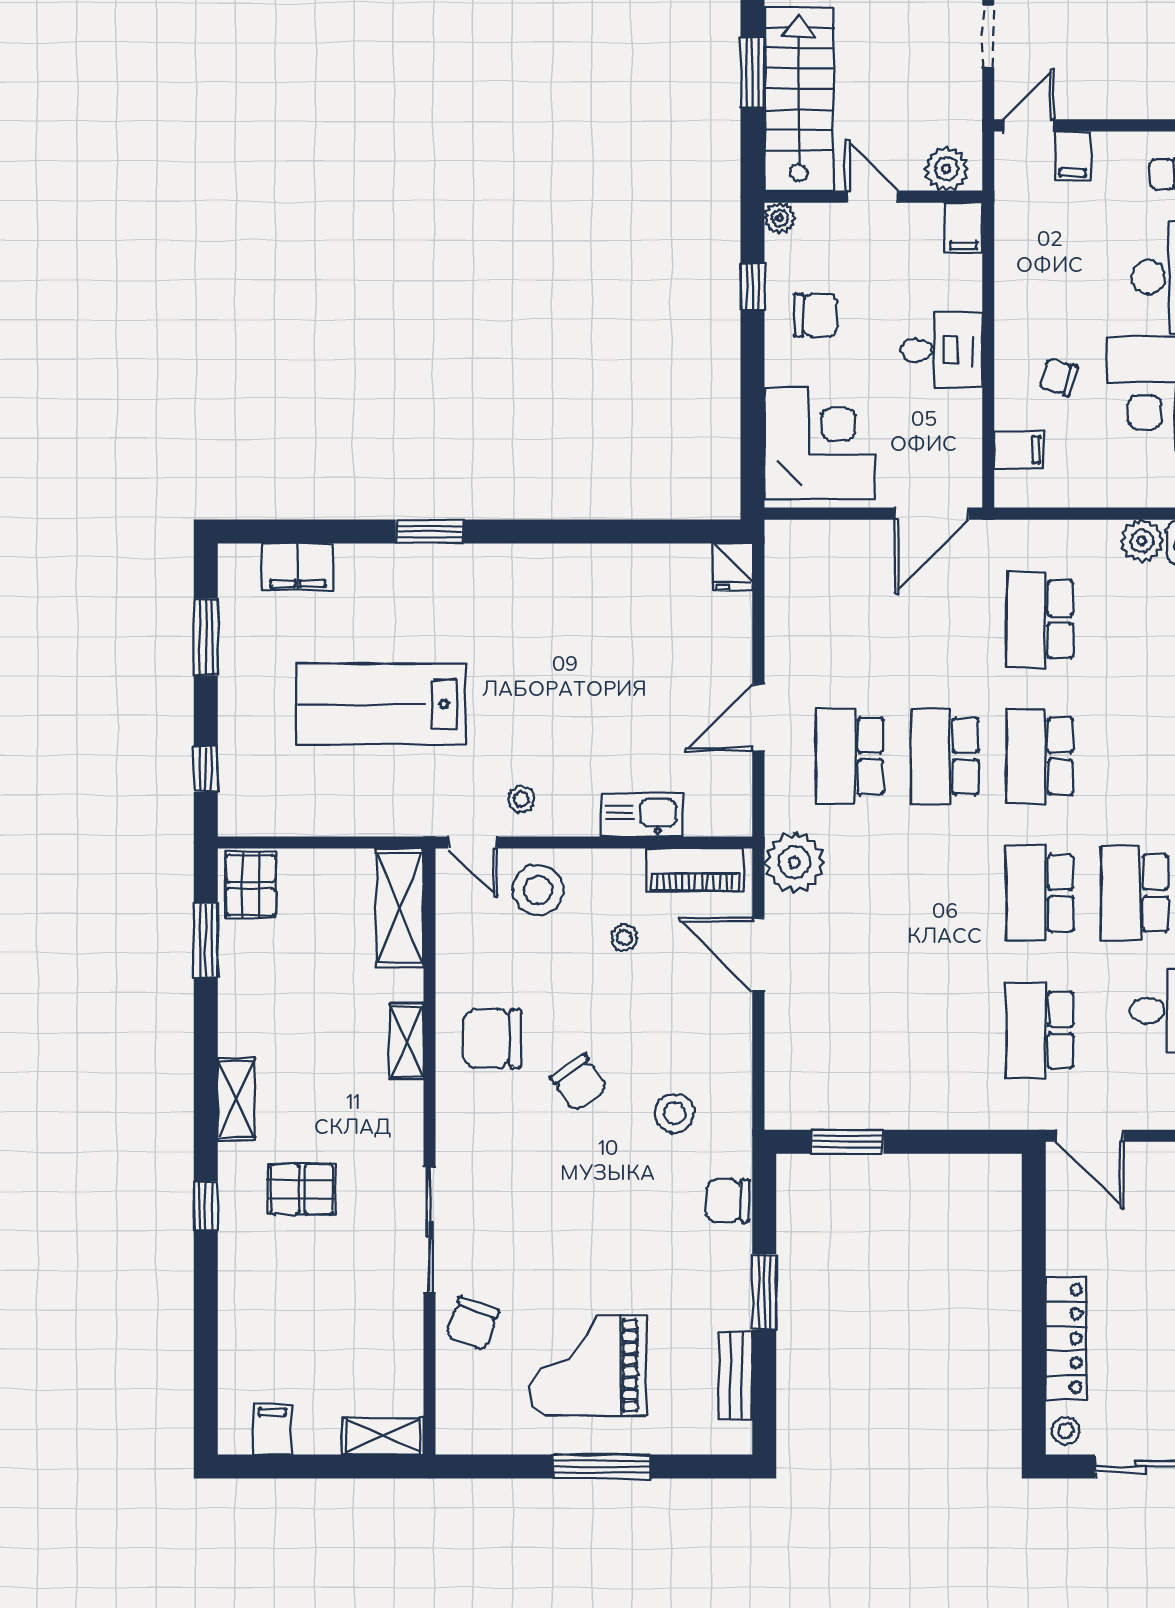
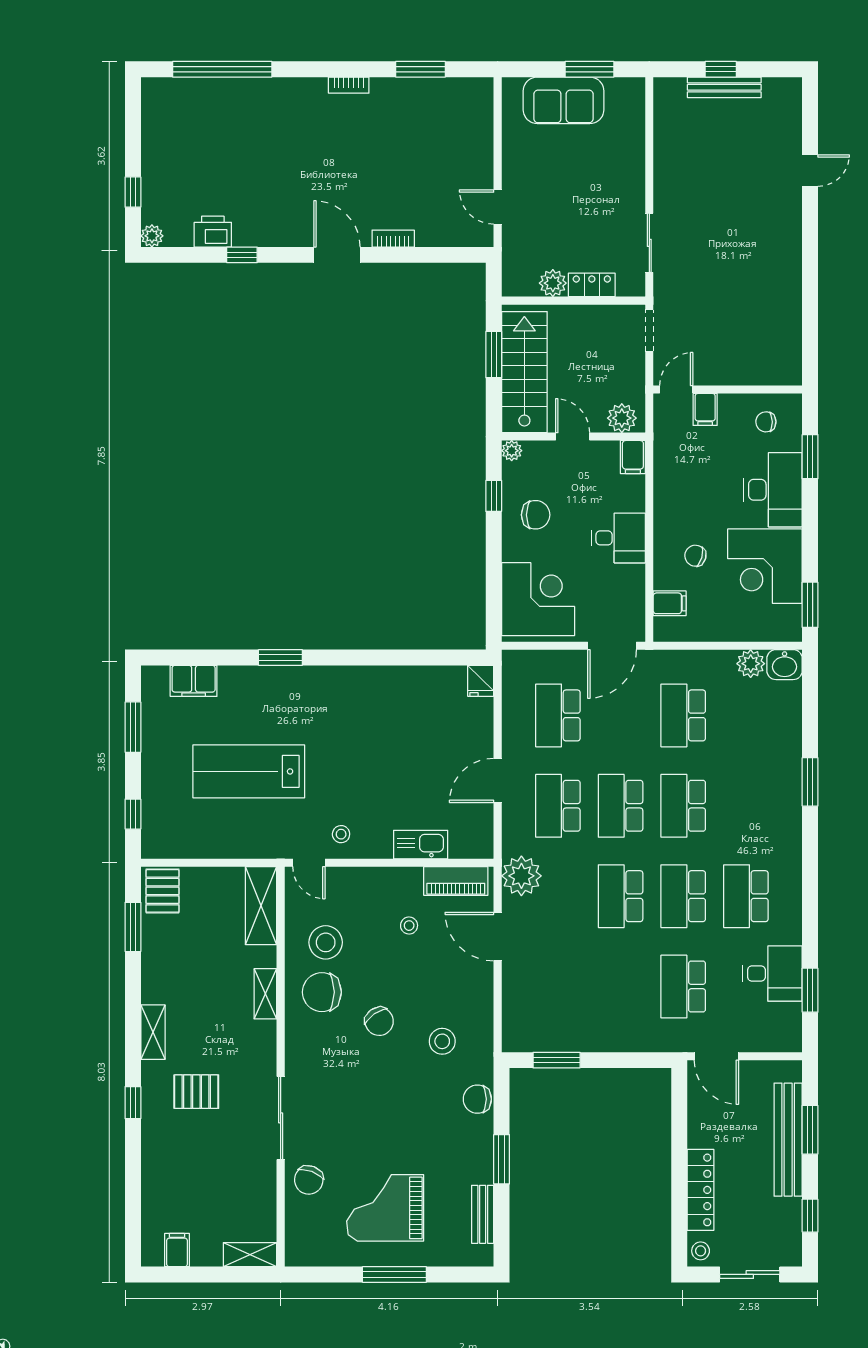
school desk: (850, 619) -> (558, 715), added
stool: (538, 890) -> (326, 942), moved
school desk: (945, 893) -> (621, 896), added

